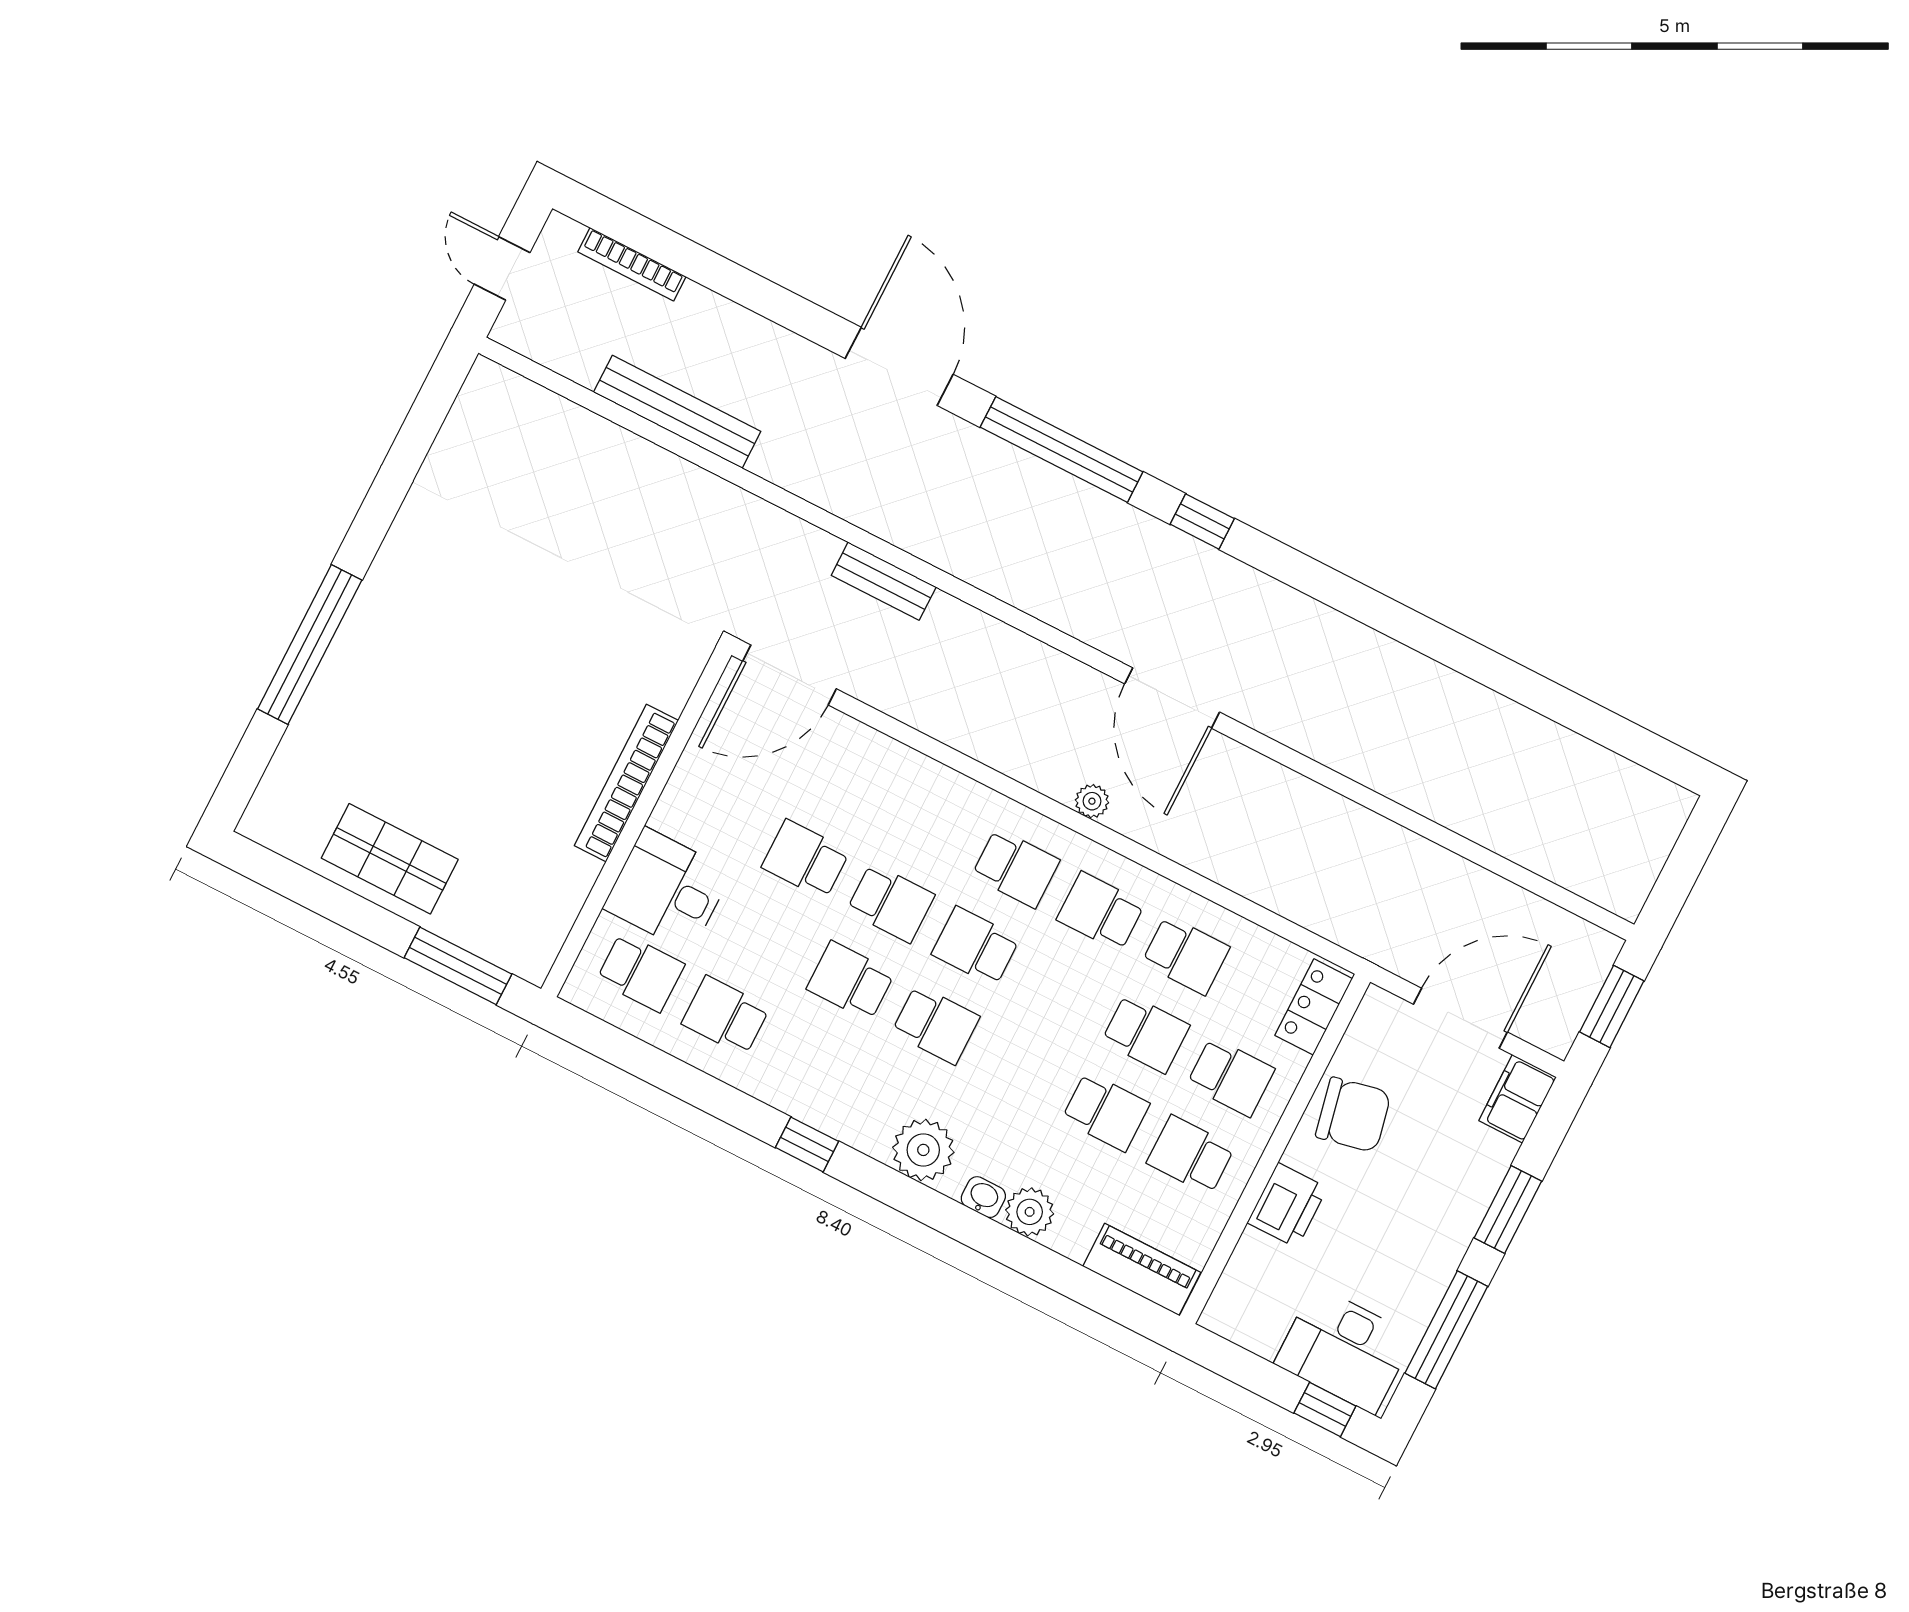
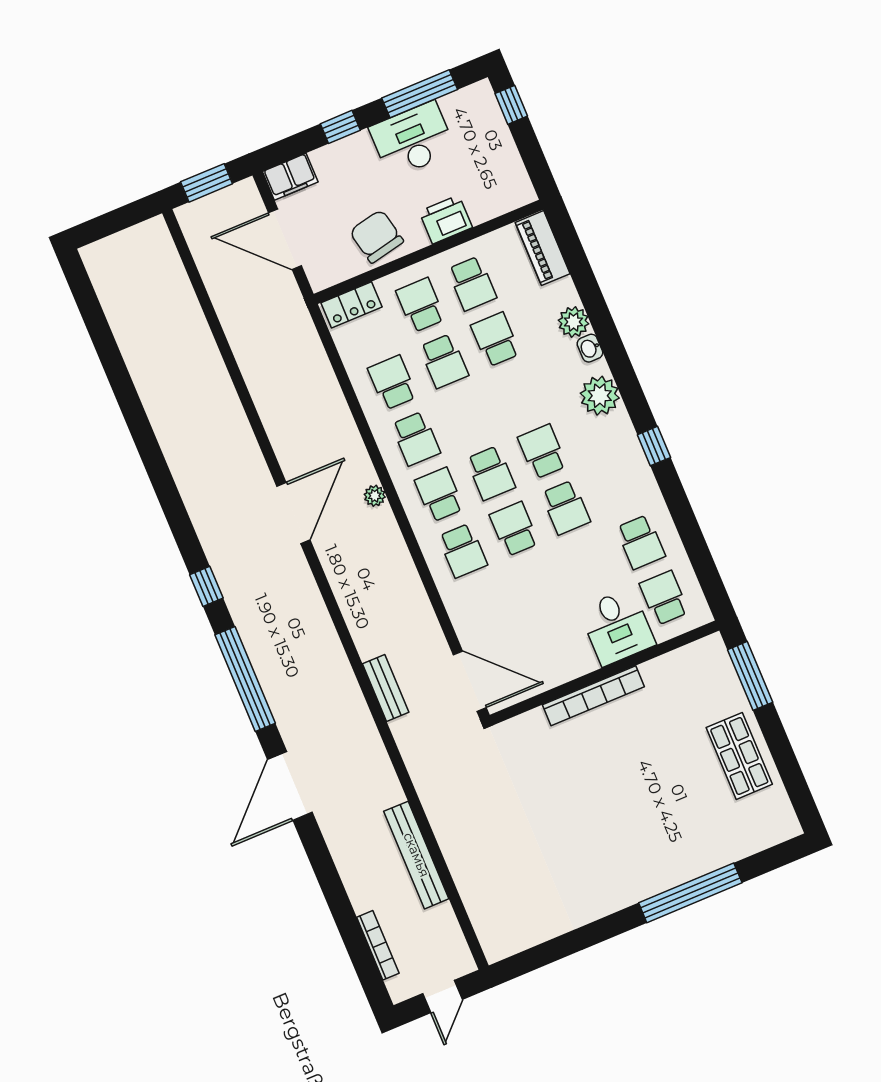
school desk: (806, 859) -> (463, 551), moved
school desk: (1146, 1033) -> (444, 361), turned 180
window: (1508, 1209) -> (340, 127), width x0.67
desk: (1344, 1350) -> (412, 140), moved, turned -90

